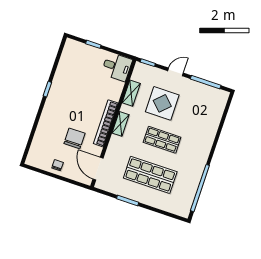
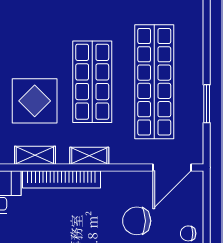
bookcase: (106, 123) -> (61, 179), moved
shop shelf: (162, 140) -> (92, 82), width x1.43, depth x1.36
shop shelf: (150, 175) -> (154, 82), width x1.40

